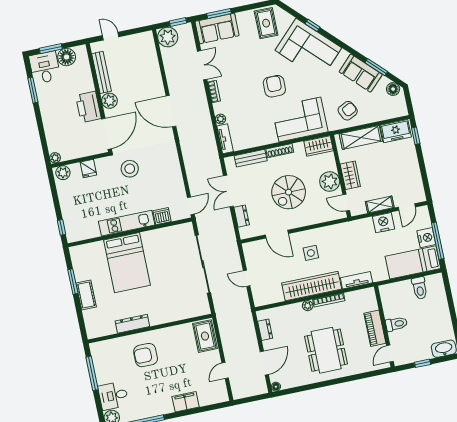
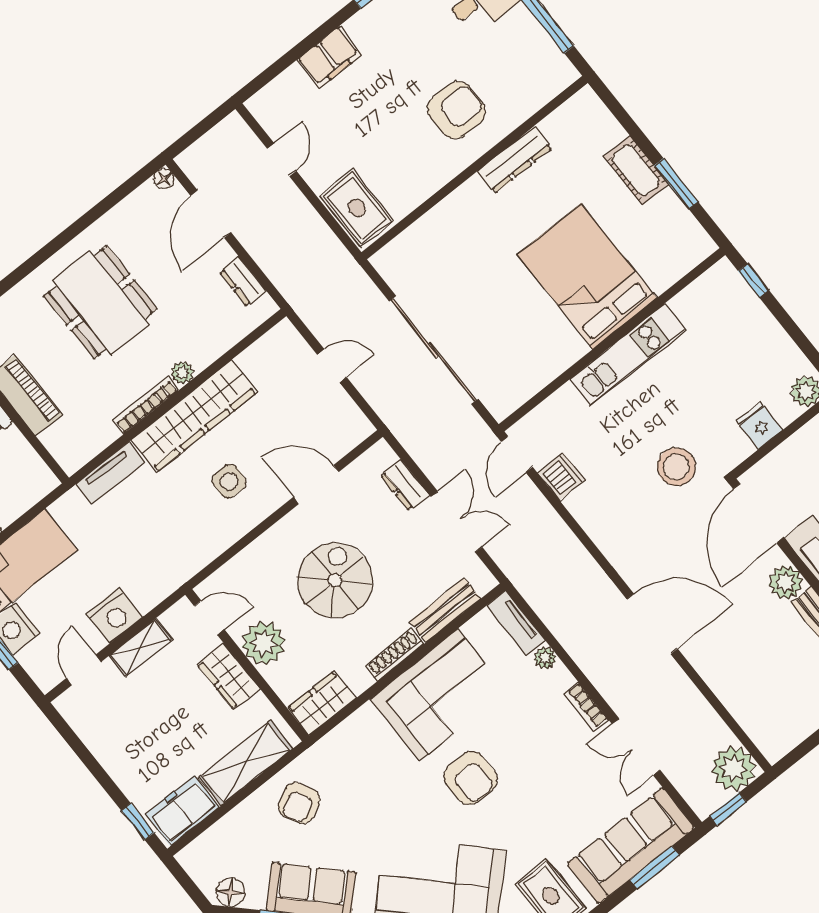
sofa: (217, 28) -> (631, 846), width x1.36
corner sofa: (300, 120) -> (439, 695), moved
dishwasher: (162, 216) -> (561, 476), moved, turned -90

